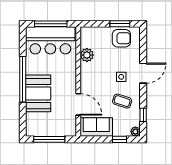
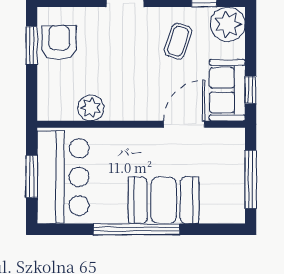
window: (51, 24) -> (32, 176), width x0.69
side table: (121, 77) -> (132, 43), removed
plant: (135, 132) -> (228, 24), width x1.88, depth x1.88
window: (120, 139) -> (251, 90), moved

